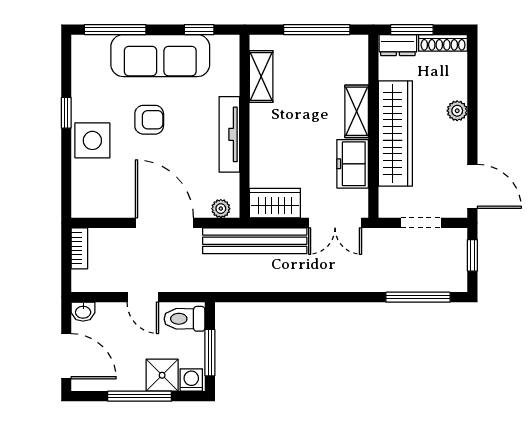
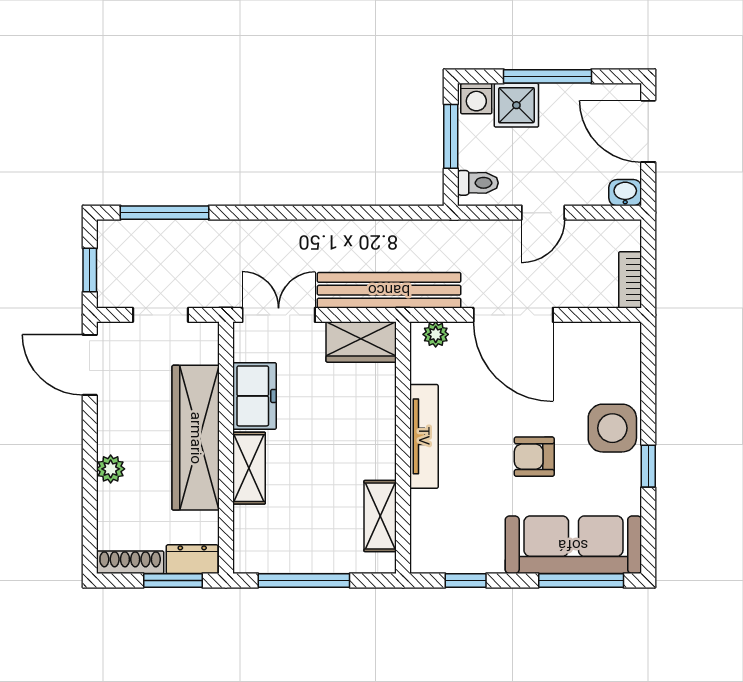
sofa: (160, 56) -> (573, 545), moved
door: (143, 297) -> (543, 213), swing flipped
toilet: (184, 319) -> (478, 183), width x0.73, depth x0.72

